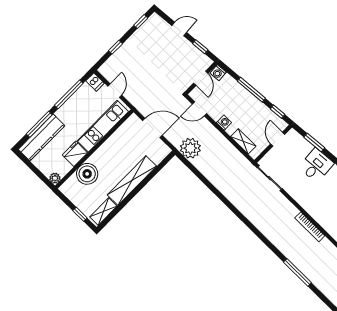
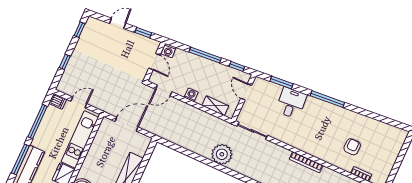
door: (115, 91) -> (79, 102), hinge flipped
plant: (190, 148) -> (222, 154), moved

